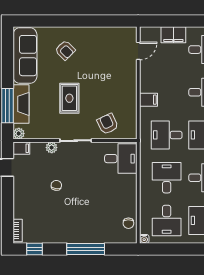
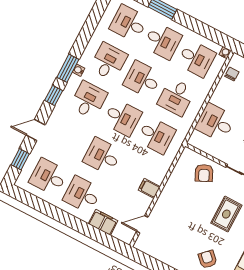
filing cabinet: (149, 100) -> (149, 188), moved
desk: (121, 159) -> (215, 123), moved
desk: (167, 220) -> (196, 59), turned 90

